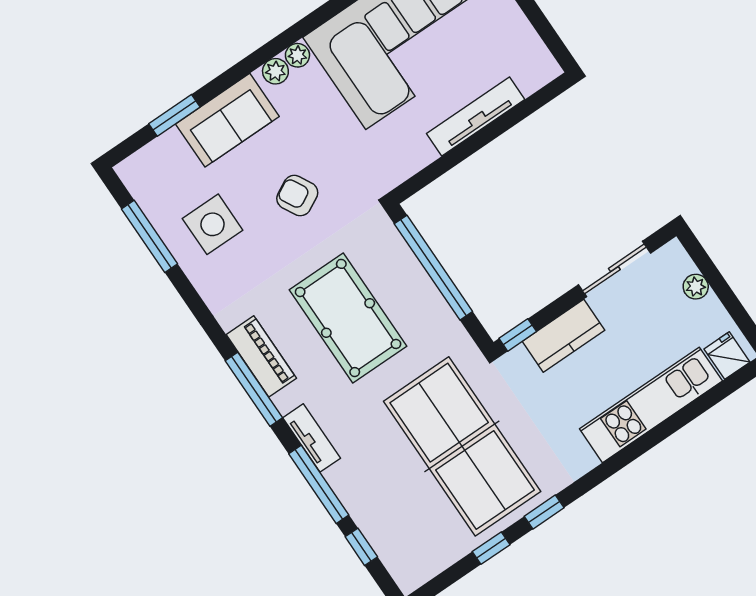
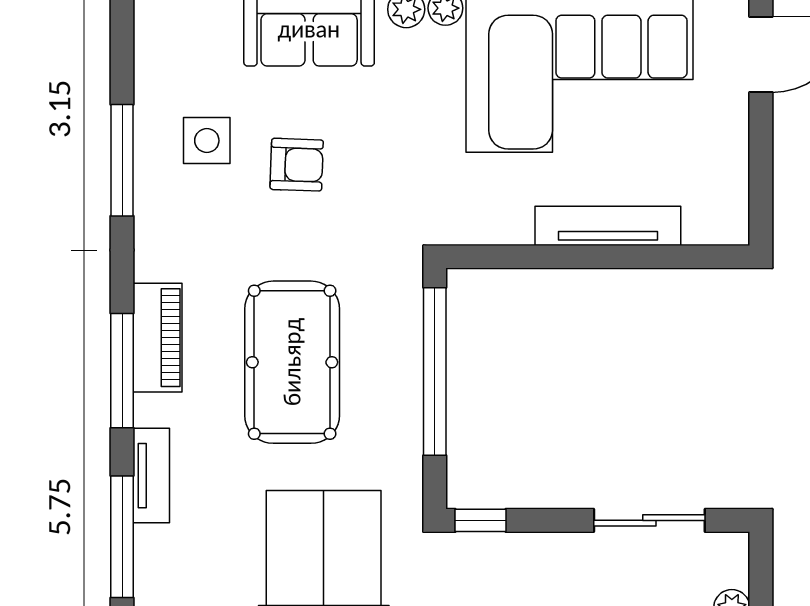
armchair: (297, 196) -> (297, 165), moved, turned 120
side table: (213, 224) -> (207, 141), width x0.73, depth x0.73
window: (150, 236) -> (122, 160), moved
kitchen counter: (563, 336) -> (534, 558), removed

